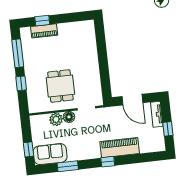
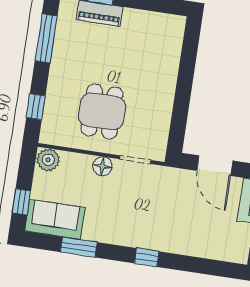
window: (21, 83) -> (36, 107), moved
plant: (56, 119) -> (48, 160), moved
piano: (120, 148) -> (173, 239), removed

